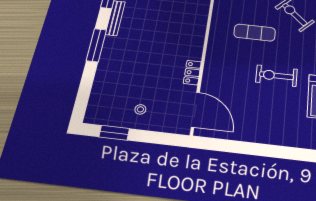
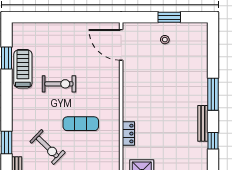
locker: (192, 73) -> (128, 134), moved
window: (114, 133) -> (169, 17), moved

